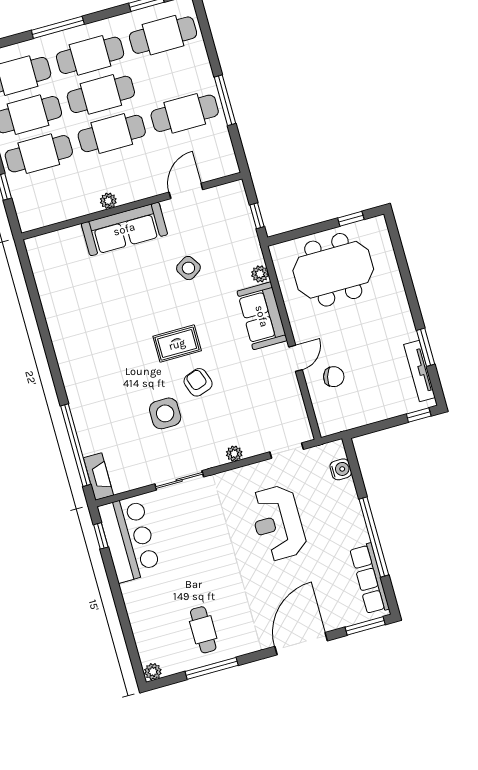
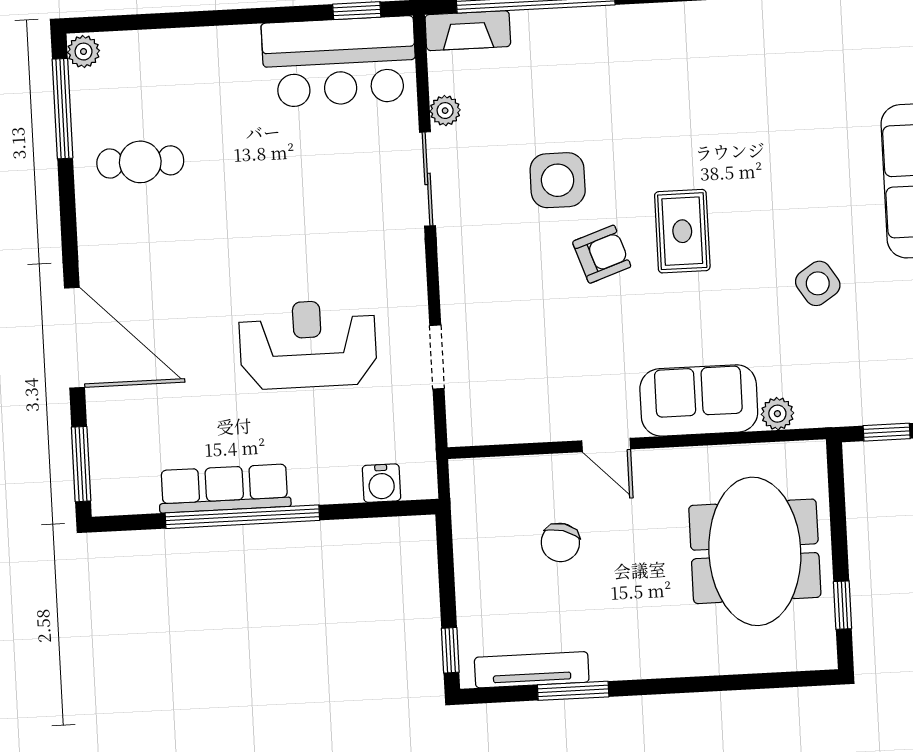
chair: (334, 377) -> (560, 542), moved
doorway: (287, 451) -> (437, 357), moved
plant: (234, 454) -> (445, 111), moved
row of seats: (369, 579) -> (224, 489), moved
window: (212, 668) -> (62, 109), moved

